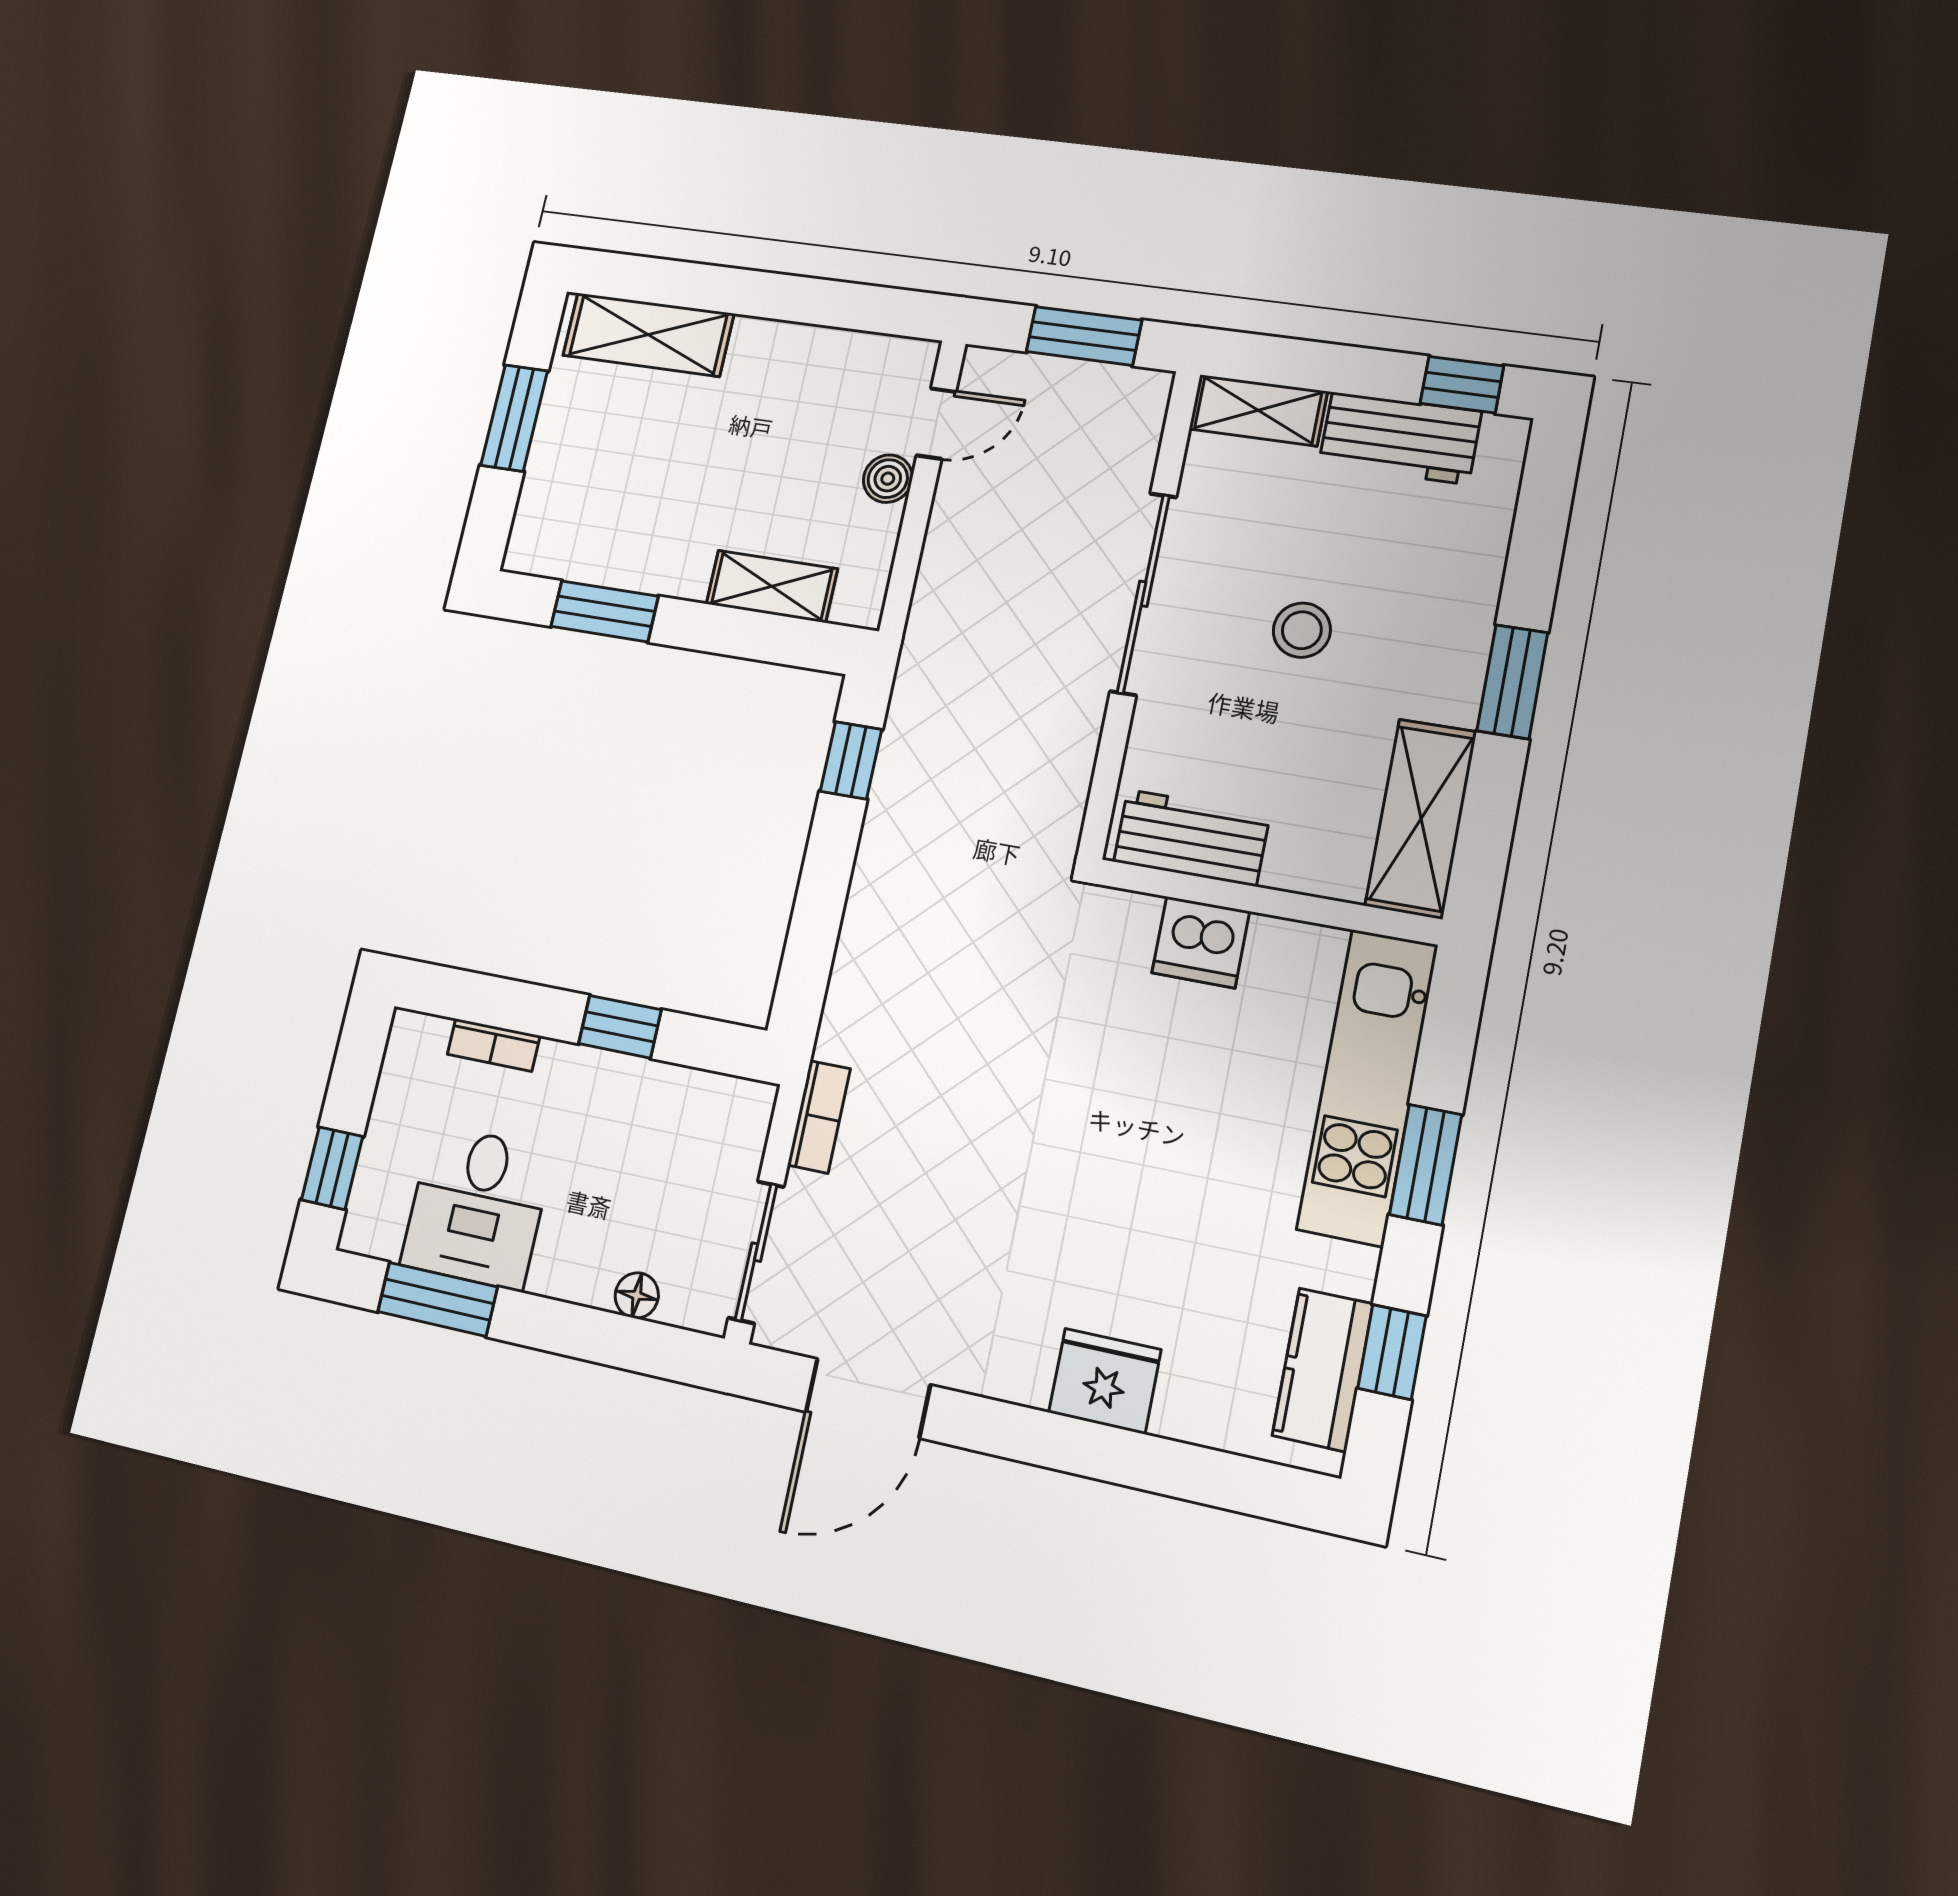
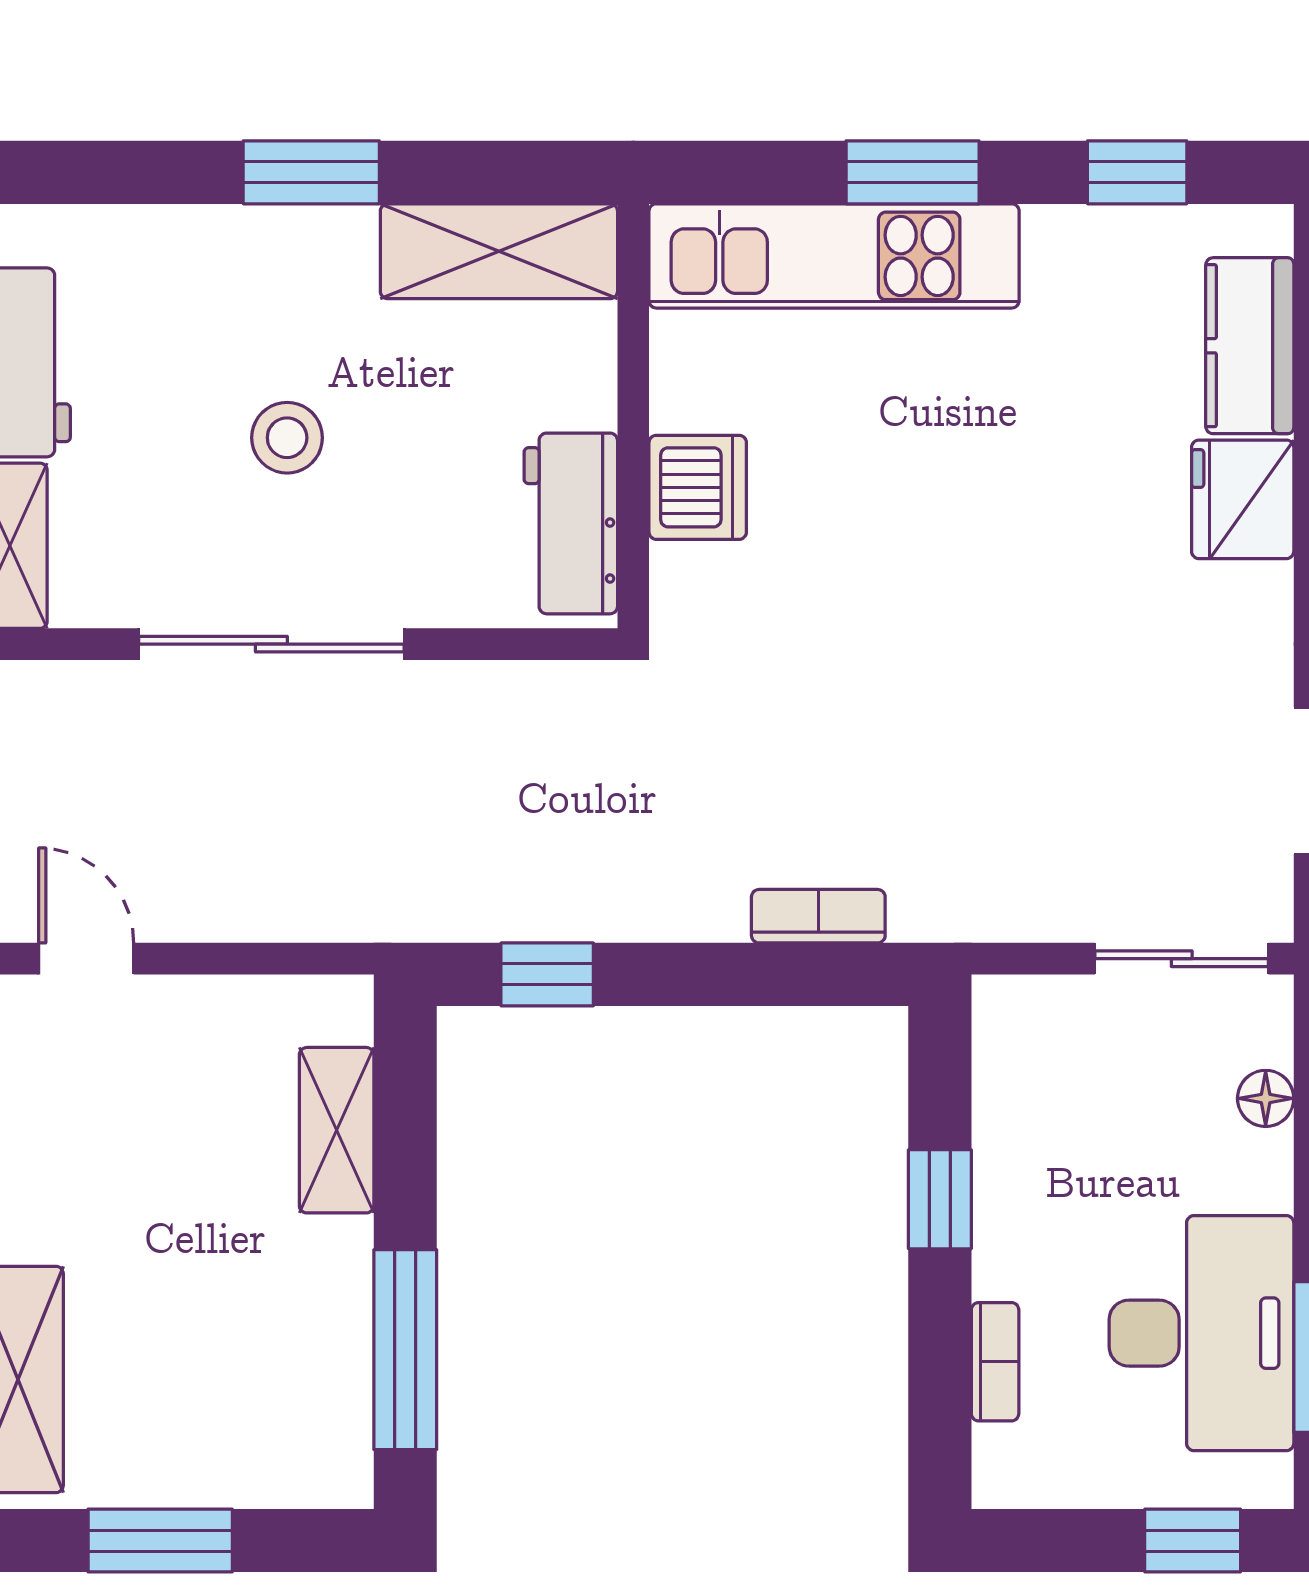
boiler: (888, 479) -> (169, 1007), removed
window: (604, 611) -> (405, 1350), width x1.44
bookcase: (819, 1117) -> (818, 916), moved
desk: (477, 1207) -> (1201, 1333), width x1.37
kitchen counter: (1323, 1370) -> (1250, 346), moved, turned 90

